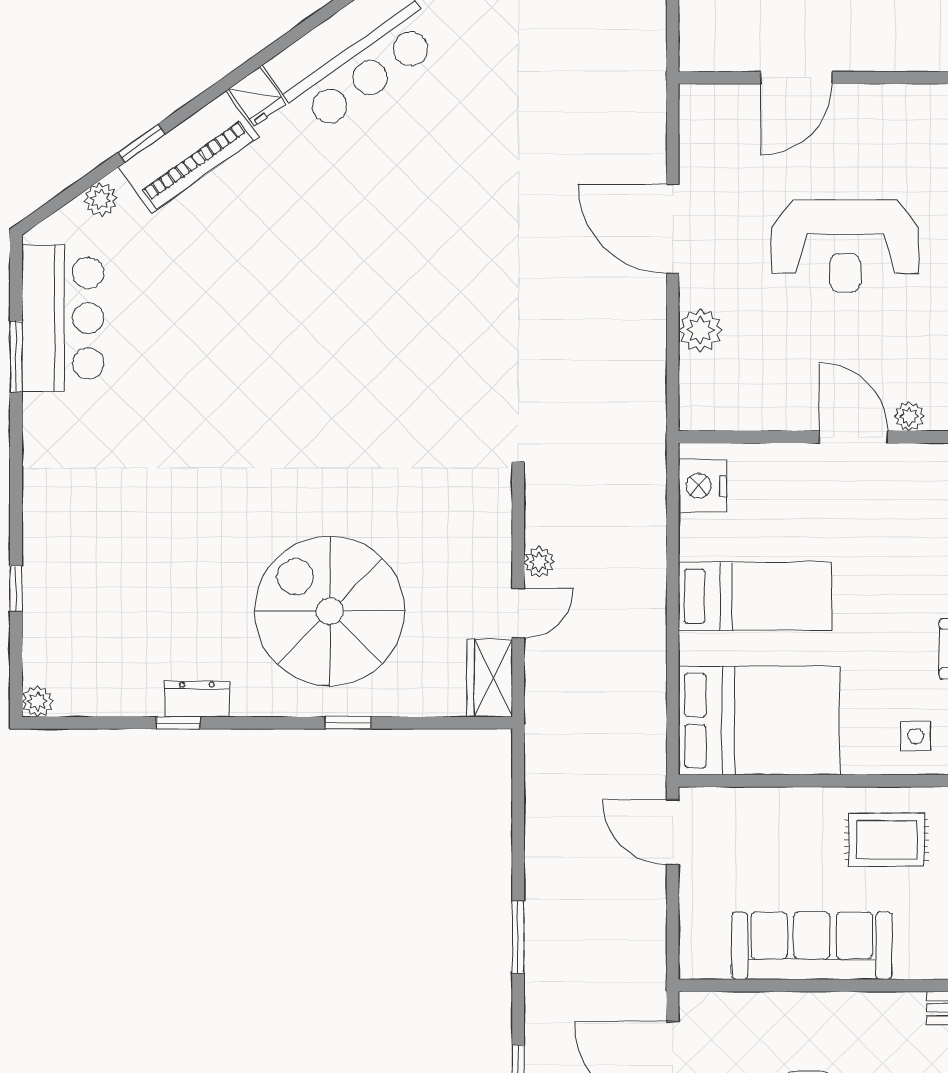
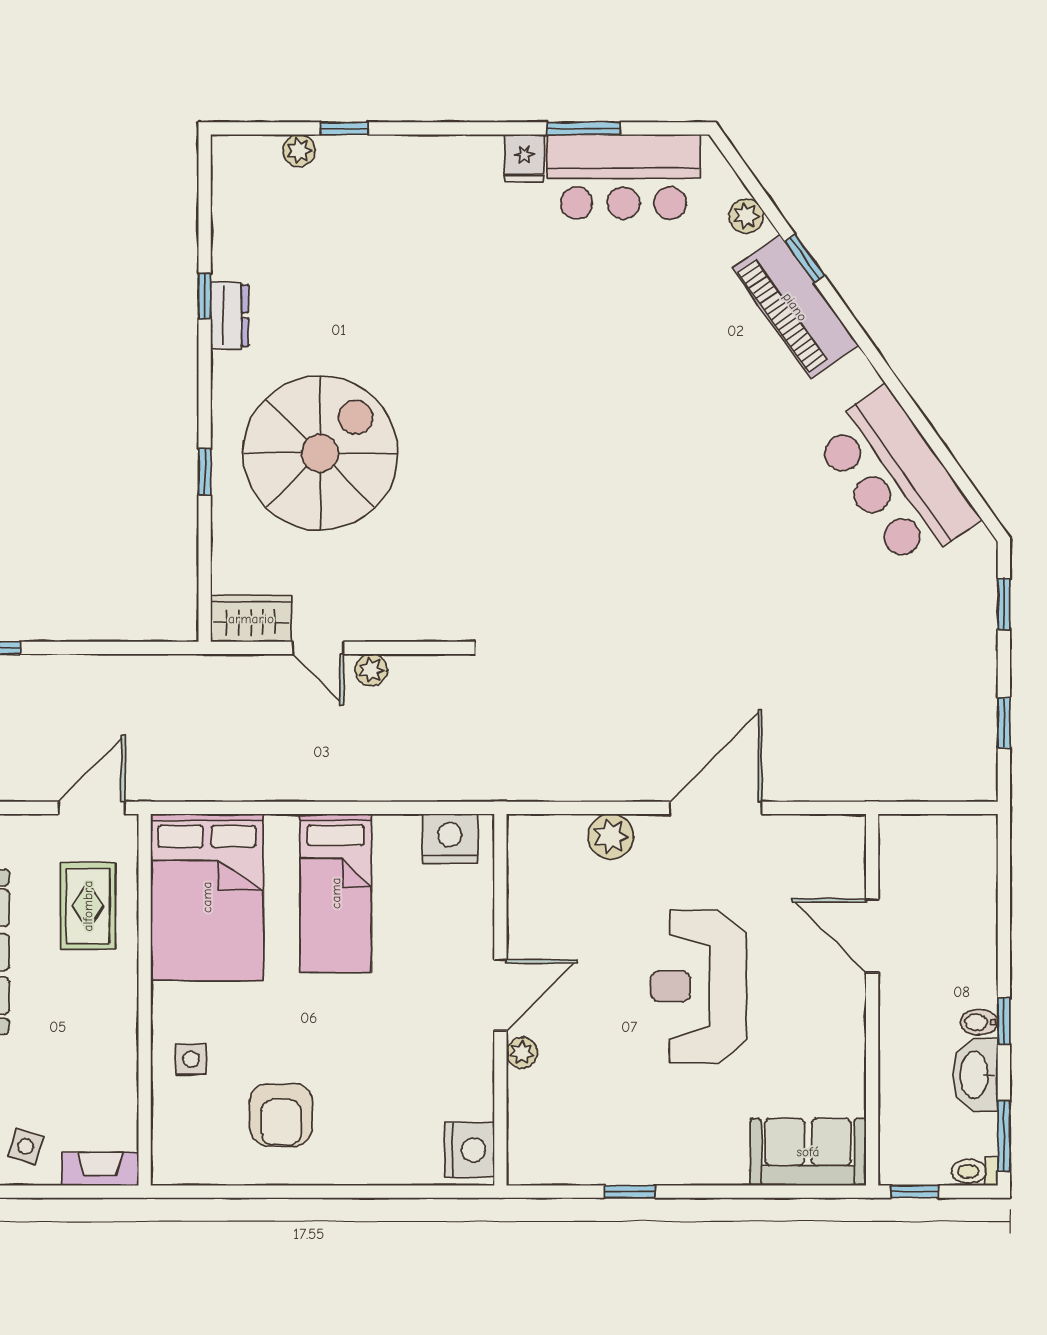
fridge: (257, 96) -> (524, 158), moved, turned -55
plant: (37, 701) -> (299, 151), moved
rug: (887, 840) -> (88, 906), moved

